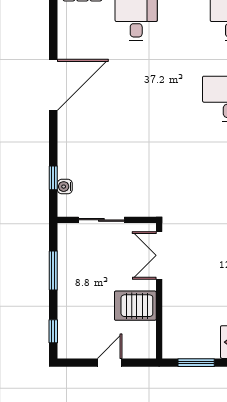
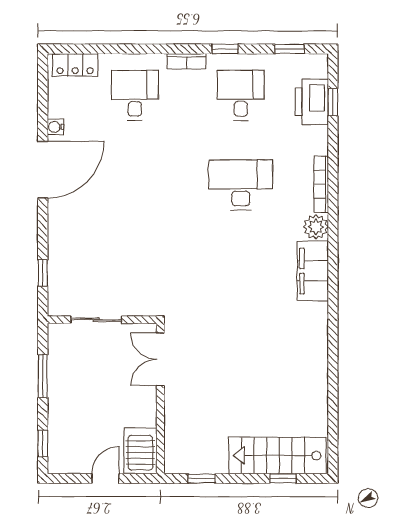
water cooler: (65, 187) -> (55, 127), moved
server rack: (135, 306) -> (140, 451), moved, turned 90
window: (196, 363) -> (202, 478), width x0.67

